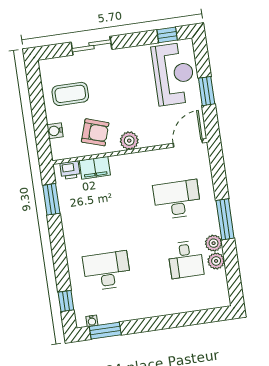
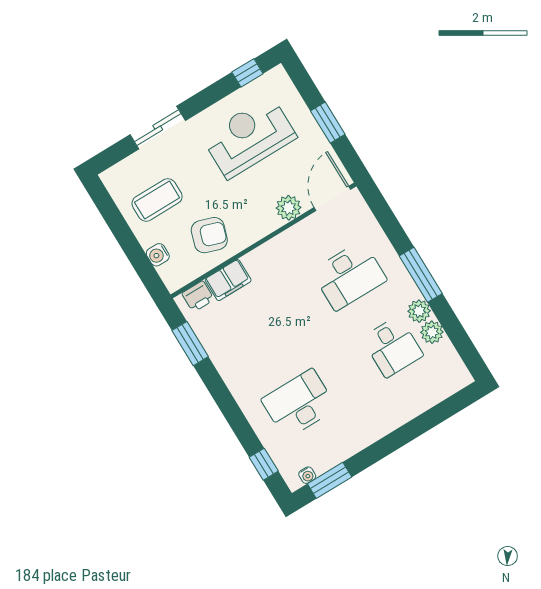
reception desk: (174, 74) -> (249, 137), moved, turned -90
plant: (129, 141) -> (289, 208), moved
desk: (177, 199) -> (349, 276), turned 180

